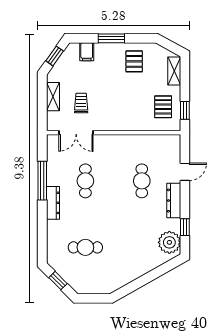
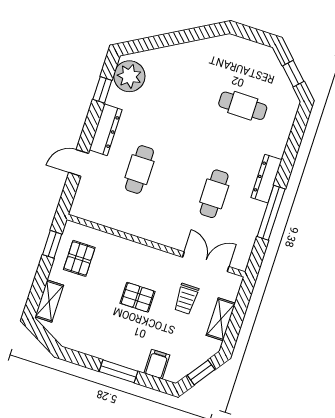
pallet: (134, 61) -> (138, 297), moved, turned 90

